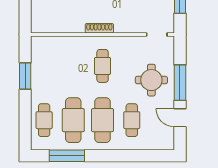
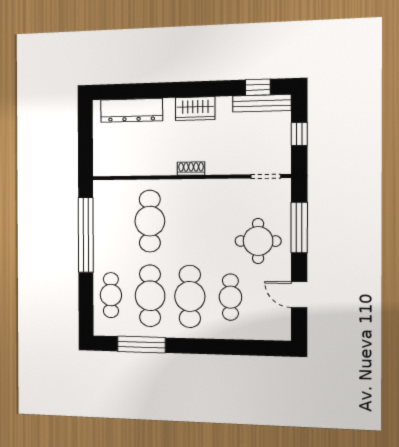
shoe rack: (99, 28) -> (191, 169), width x0.70
cafe table: (103, 66) -> (150, 221), moved, width x1.37, depth x1.35
window: (25, 76) -> (86, 235), width x2.11
window: (180, 83) -> (299, 227), moved

